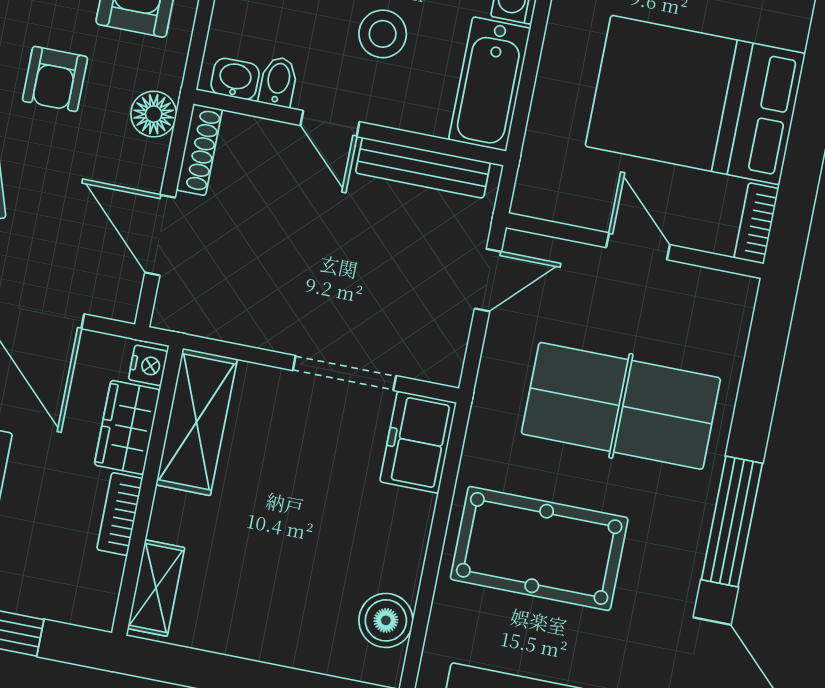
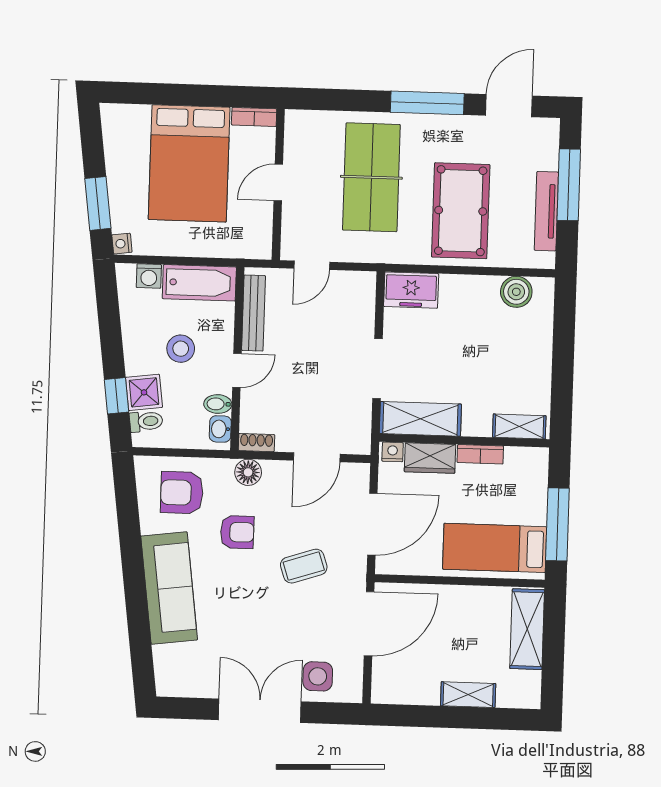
shoe rack: (199, 150) -> (257, 443), width x0.70
door: (488, 280) -> (312, 265), swing flipped
doorway: (344, 373) -> (378, 369), moved

